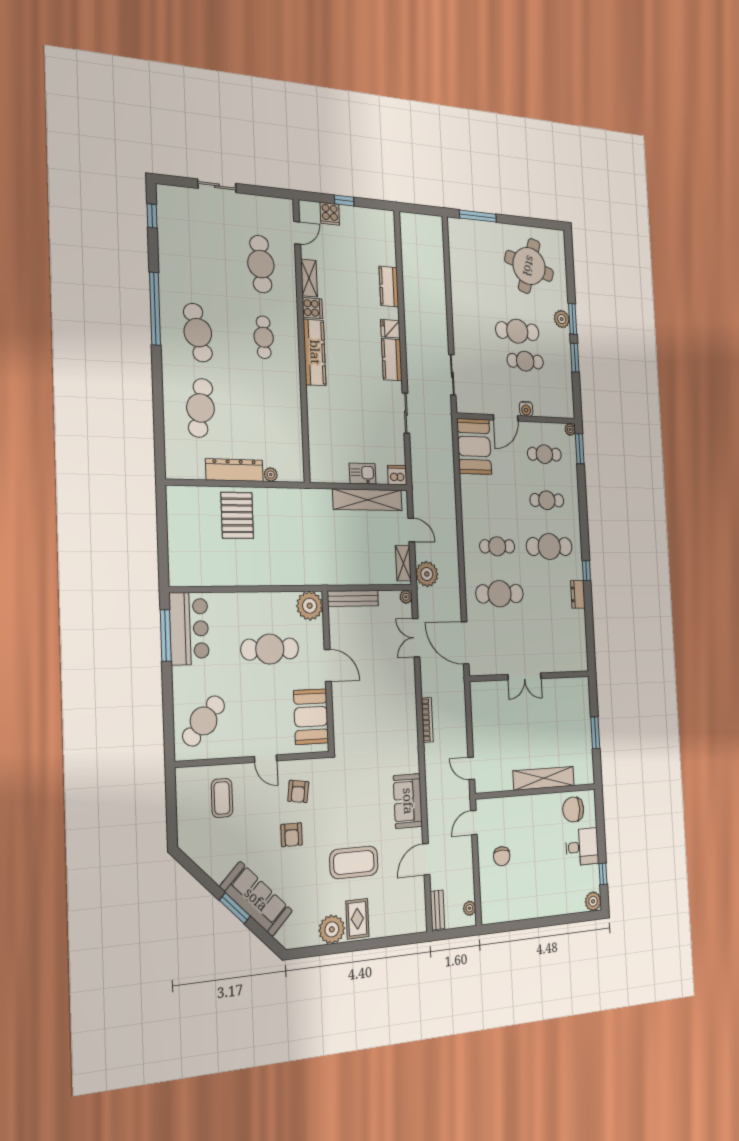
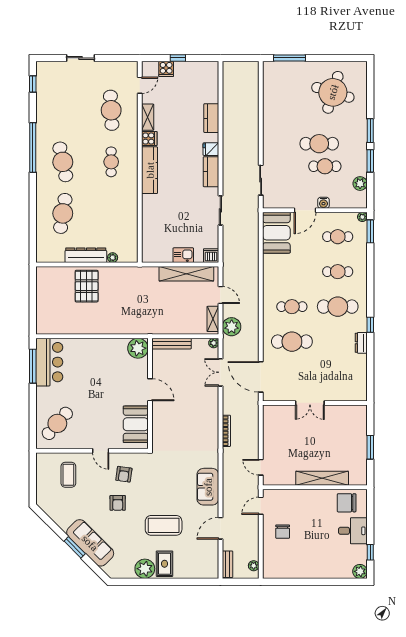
plant: (562, 319) -> (360, 184), moved
cafe table: (270, 649) -> (107, 377), removed

